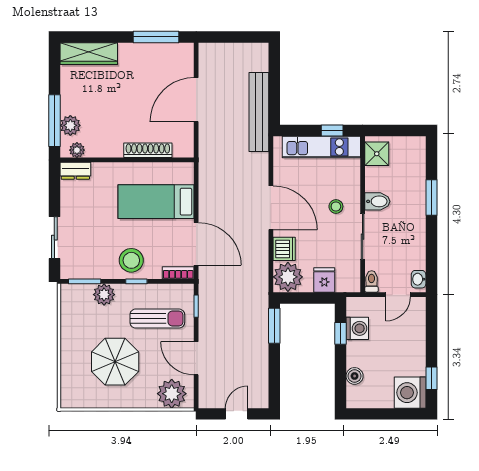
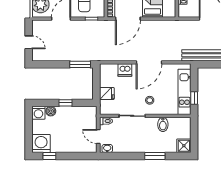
shower: (377, 154) -> (184, 146), moved
bidet: (377, 201) -> (163, 124), moved
plant: (288, 277) -> (109, 72), removed
washing machine: (357, 328) -> (38, 113), moved
window: (341, 333) -> (66, 103), moved

